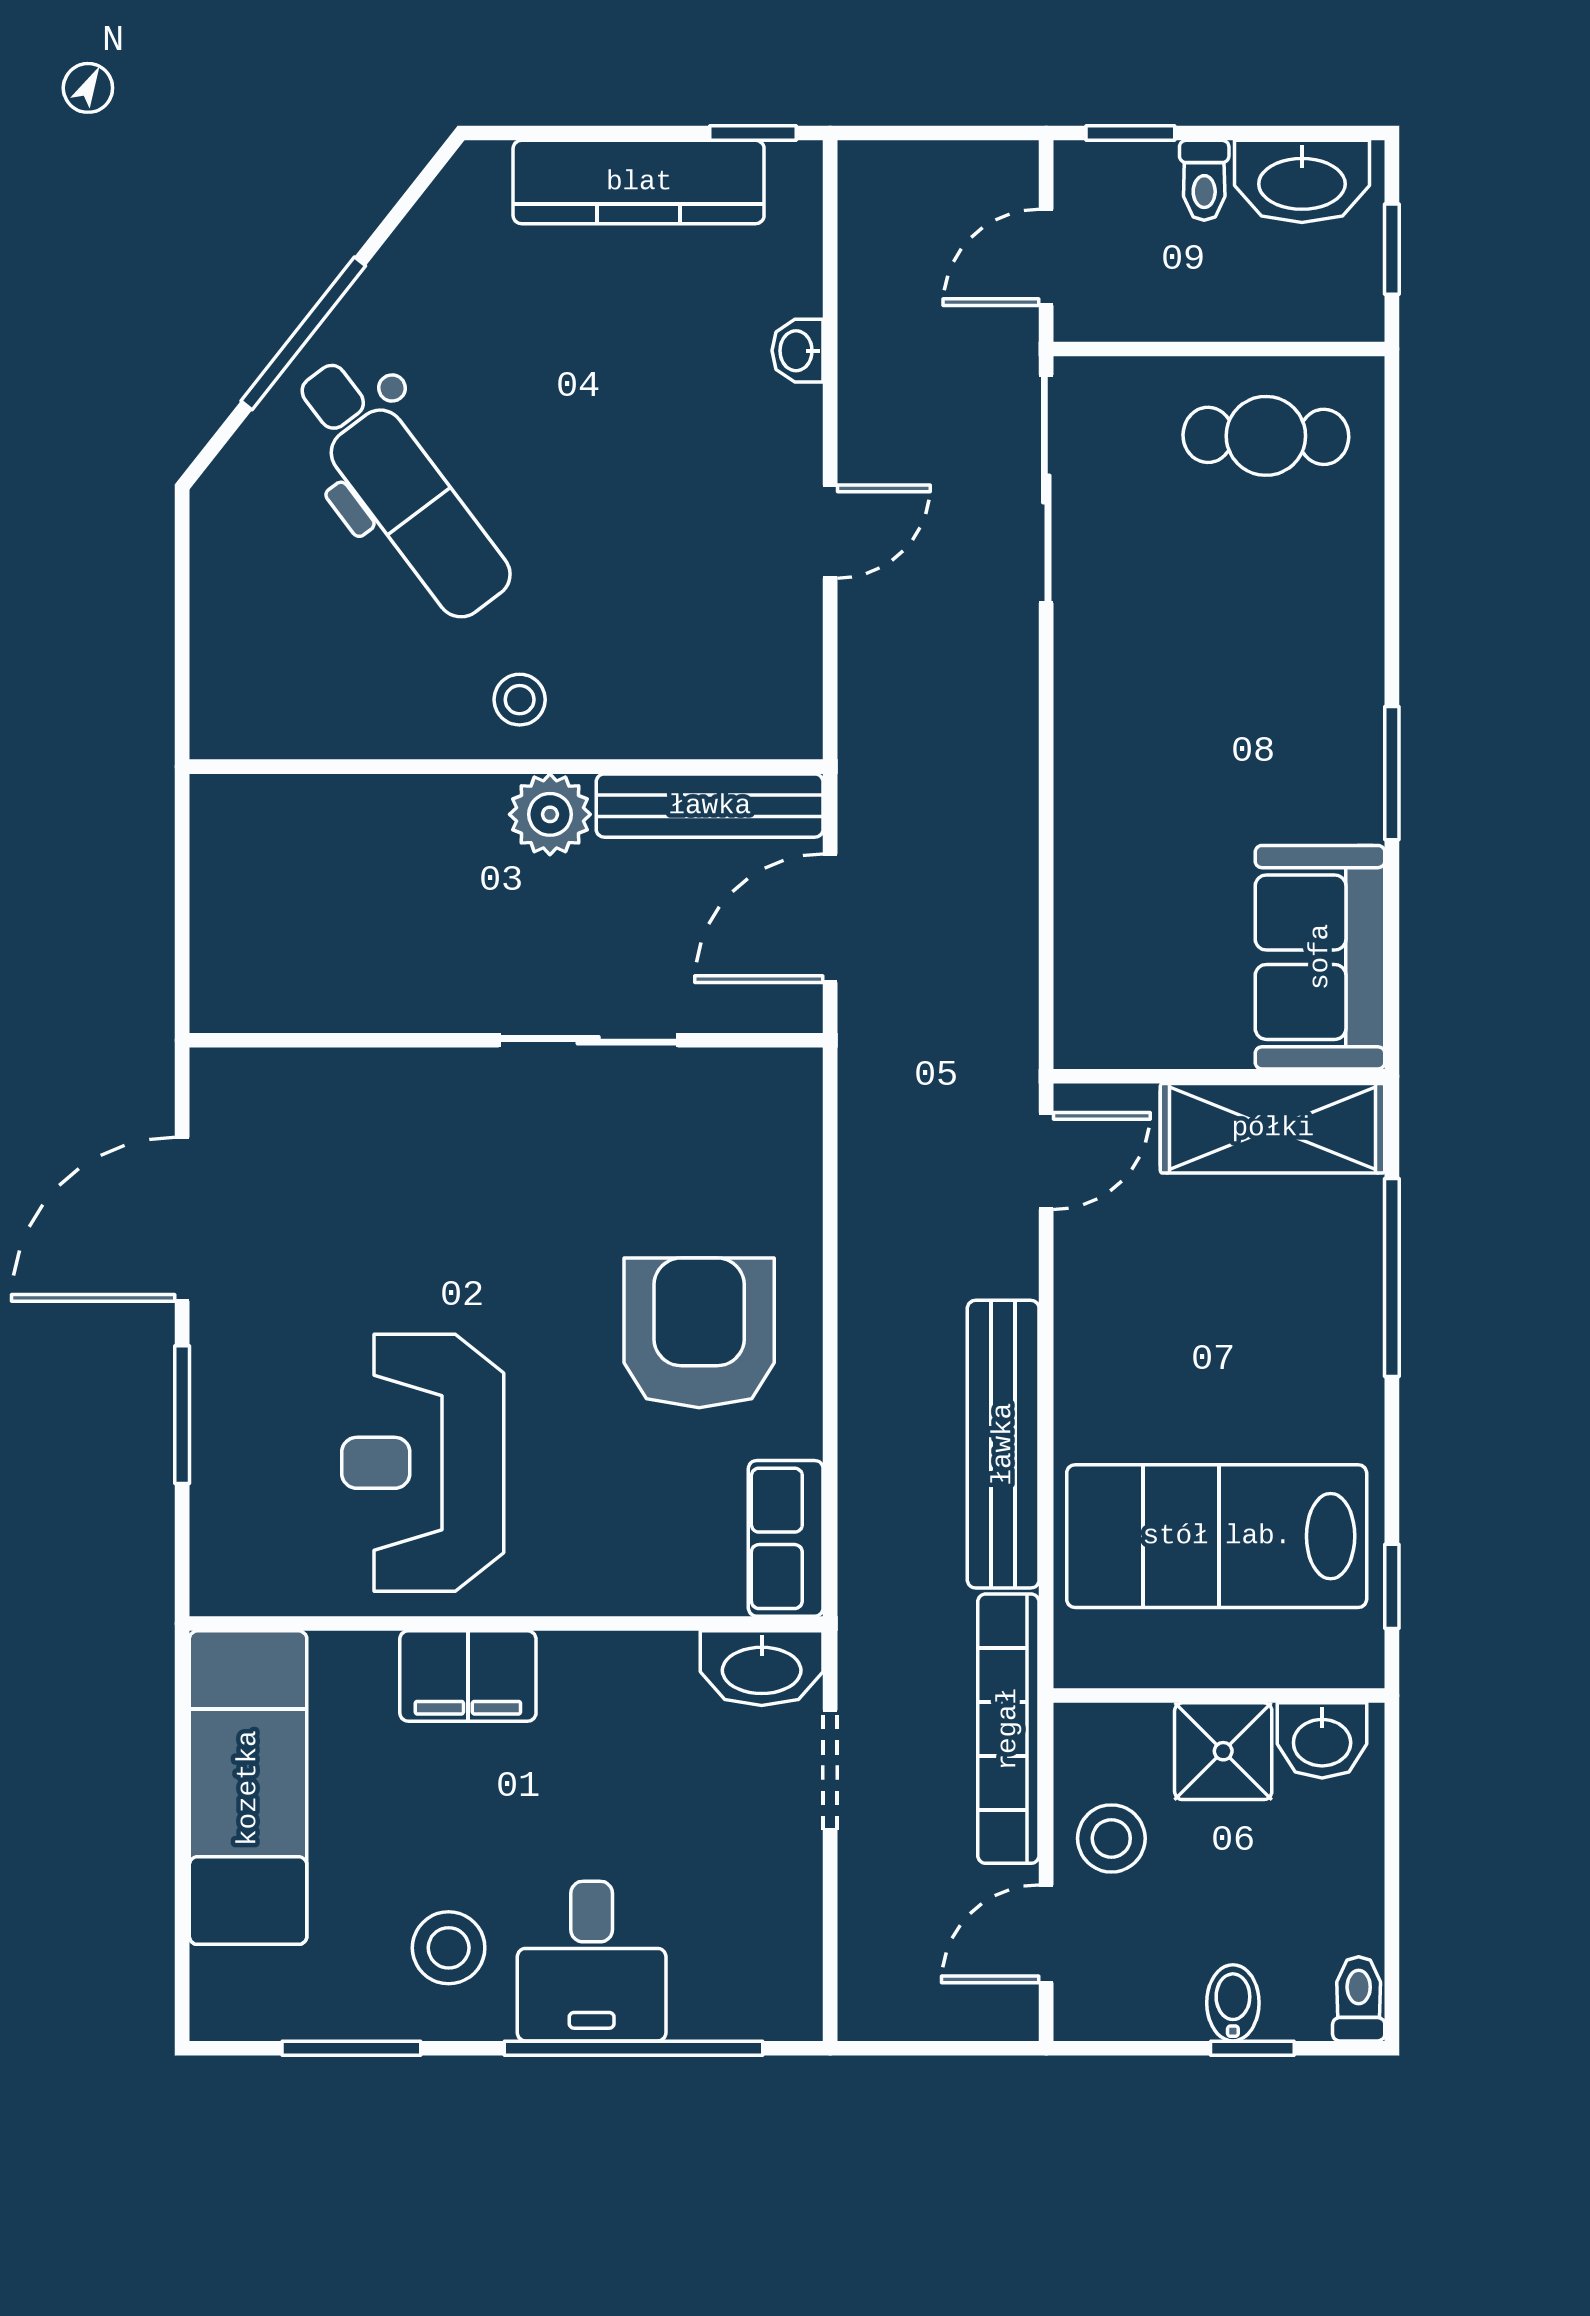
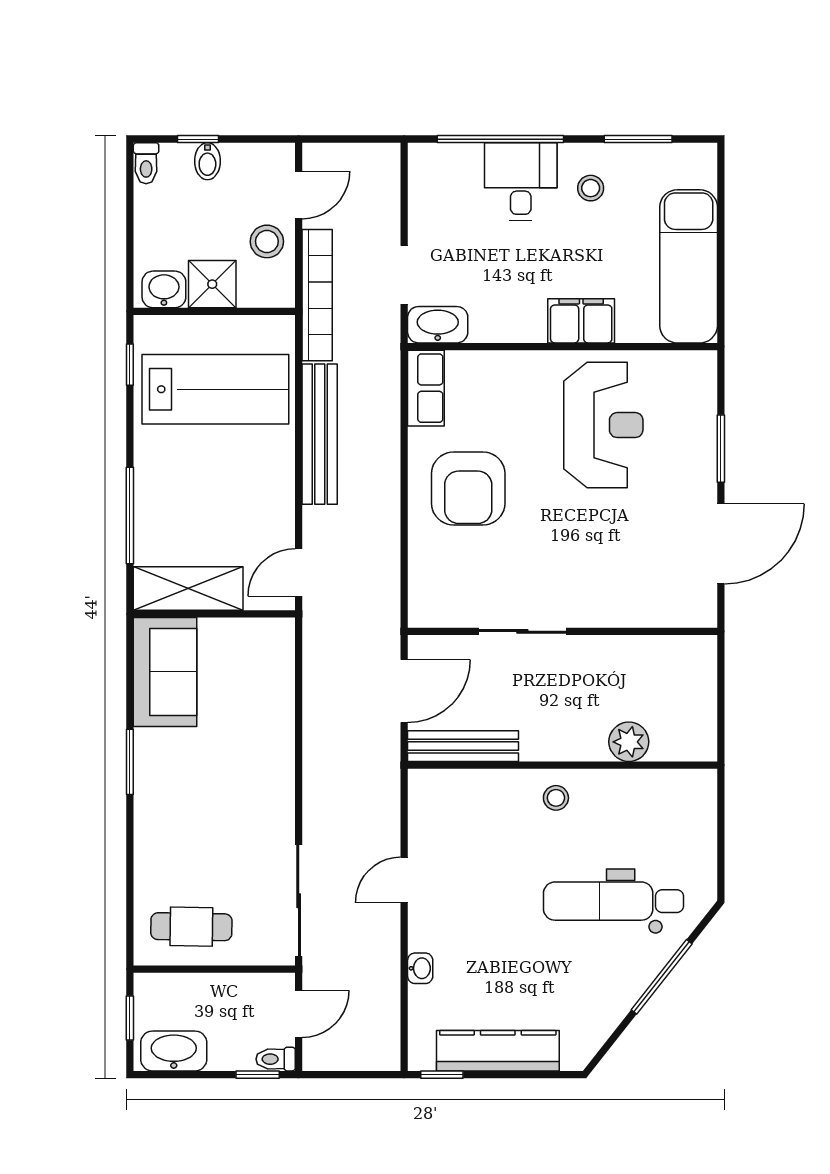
toilet: (1204, 180) -> (276, 1059), moved, turned -90
dental chair: (402, 488) -> (614, 901), turned -53
plant: (550, 814) -> (629, 742), moved
stool: (449, 1948) -> (591, 188), width x0.73, depth x0.73

